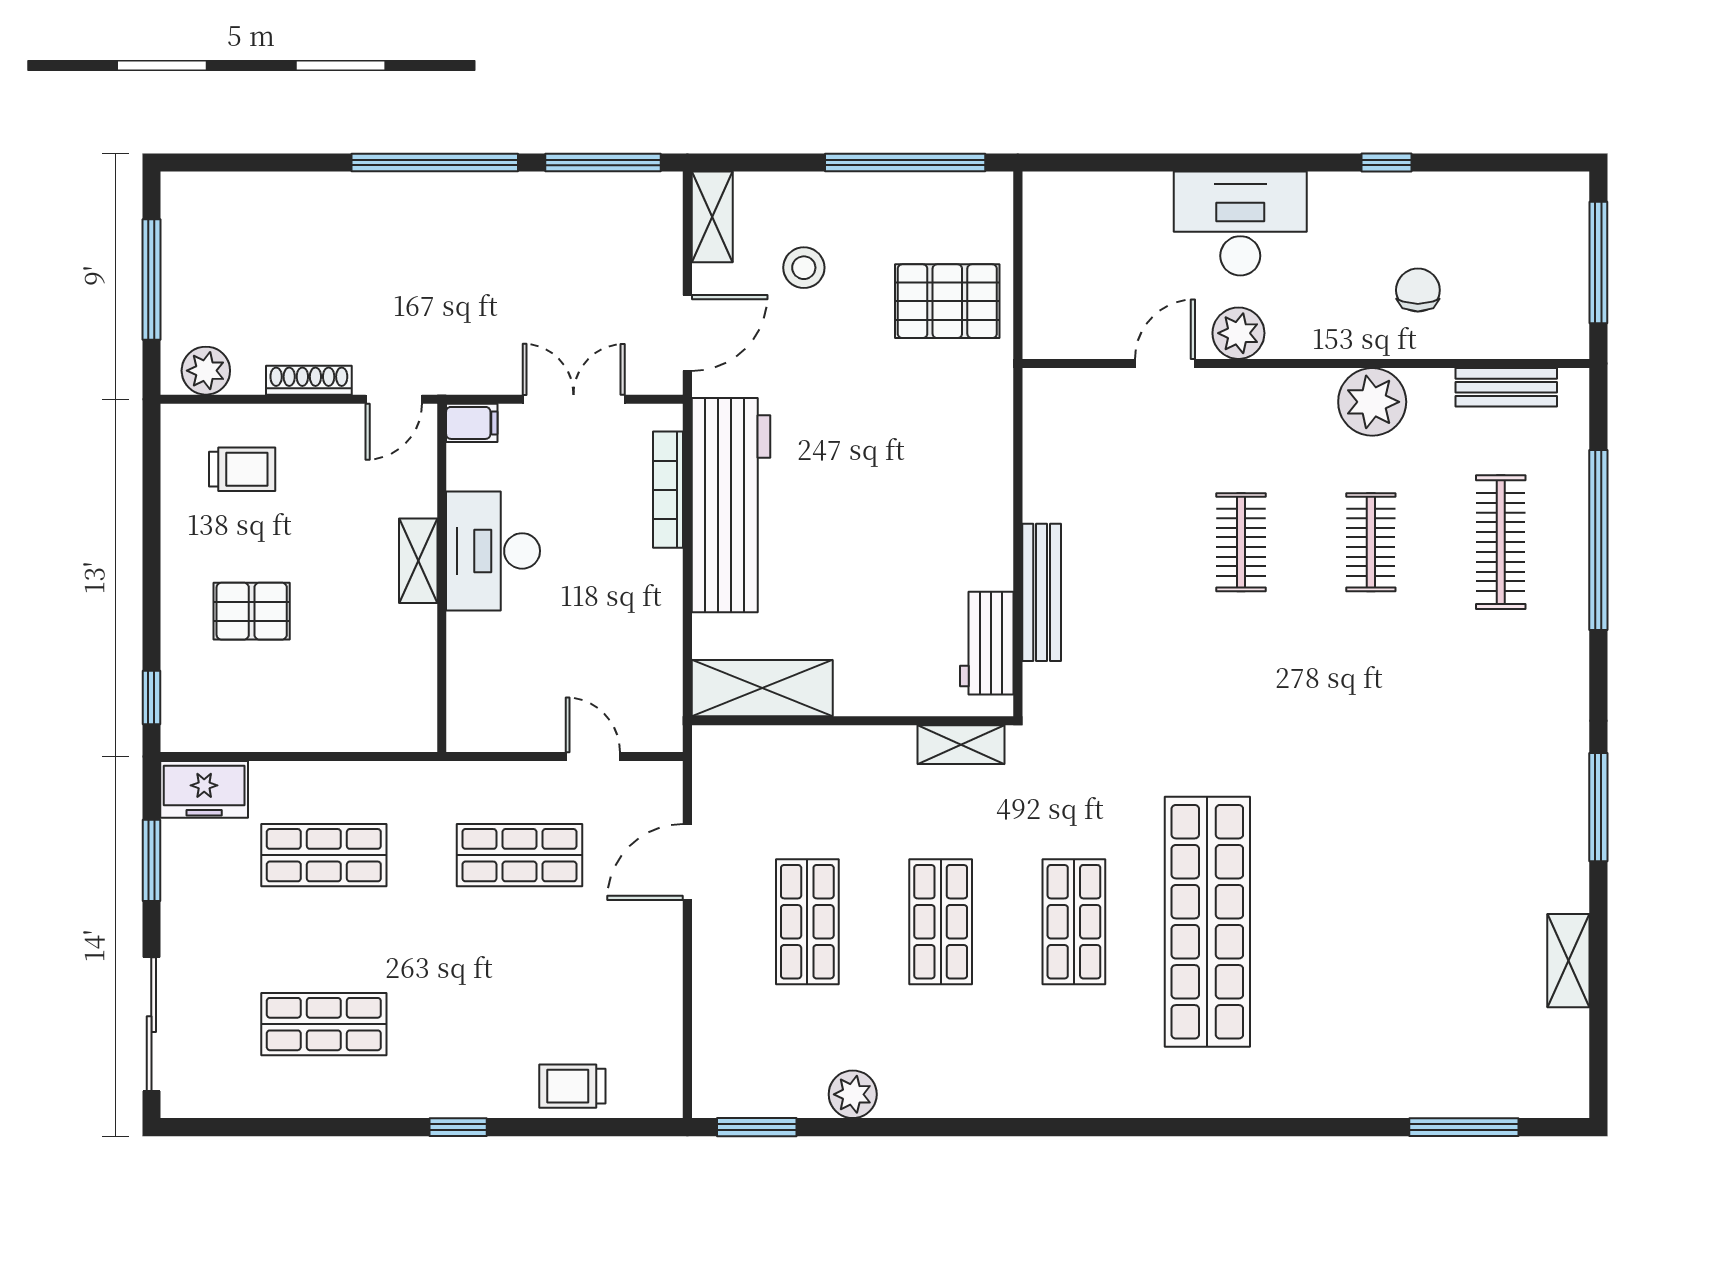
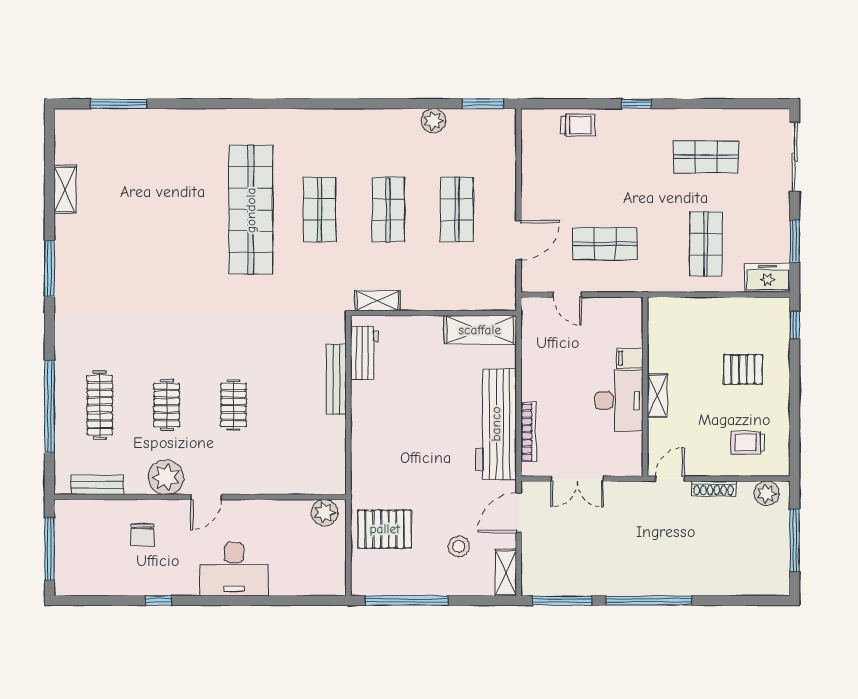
plant: (1238, 333) -> (325, 513), moved
door: (1165, 363) -> (206, 497), moved
filing cabinet: (472, 423) -> (630, 358), moved
shop shelf: (324, 855) -> (706, 244), turned 90

